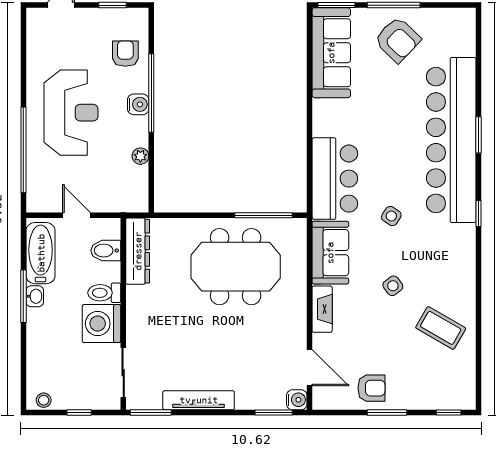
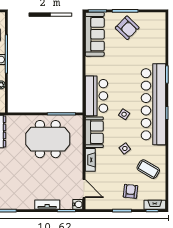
bar counter: (451, 140) -> (153, 104), moved
armchair: (371, 388) -> (130, 191), moved, turned -84
tv unit: (199, 400) -> (47, 205), moved, width x0.71
fireplace: (454, 401) -> (155, 205), added

